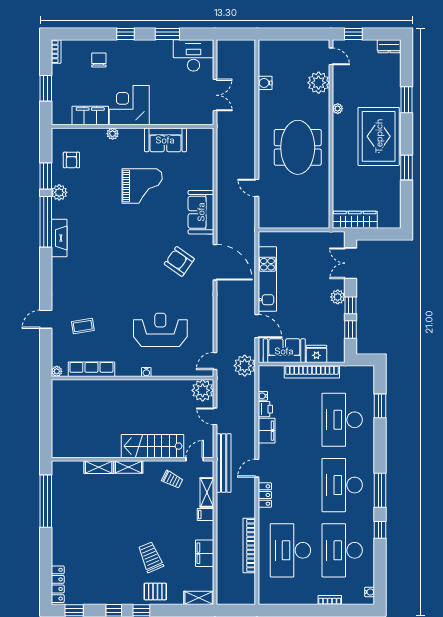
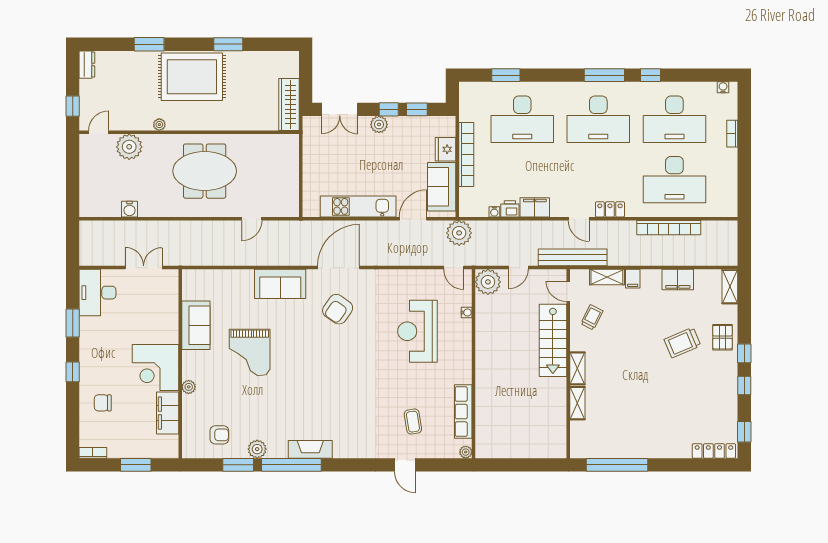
grand piano: (142, 186) -> (250, 352), turned 180
water cooler: (146, 372) -> (467, 313), moved

